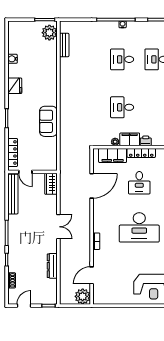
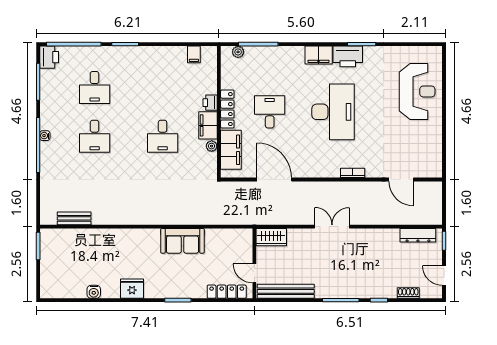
plant: (49, 33) -> (56, 239), removed
door: (25, 172) -> (254, 273), swing flipped
desk: (139, 183) -> (270, 112), turned -90
dresser: (52, 266) -> (418, 235), moved
plant: (83, 296) -> (431, 192), removed

